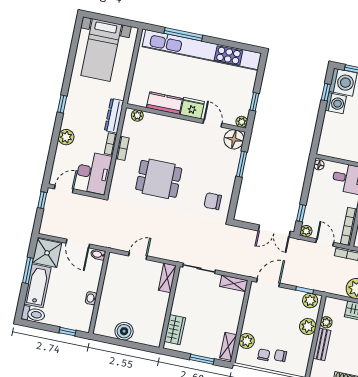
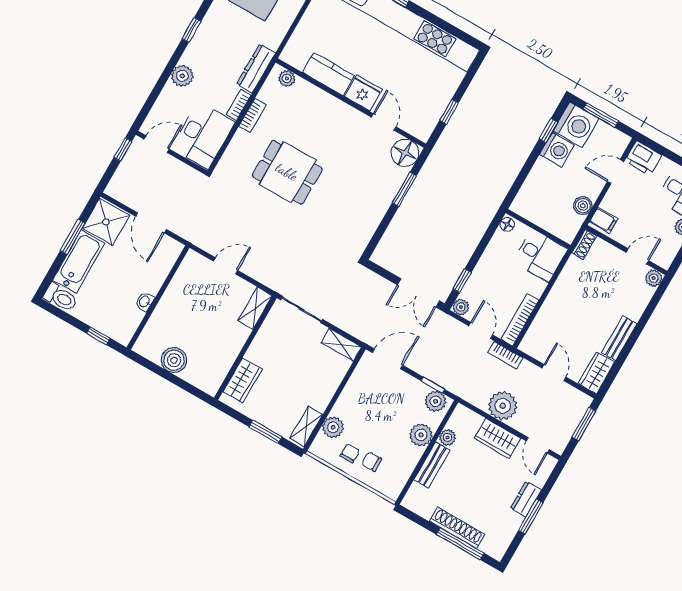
plant: (242, 122) -> (423, 133), removed
chair: (213, 201) -> (350, 226), removed
bidet: (98, 254) -> (173, 246), removed

